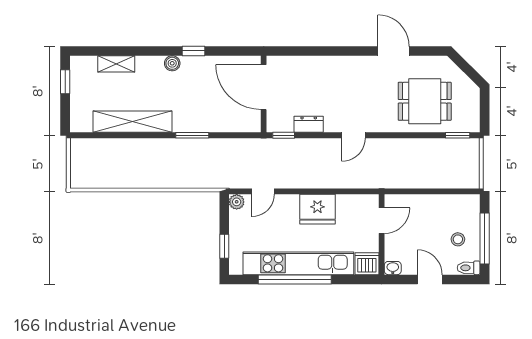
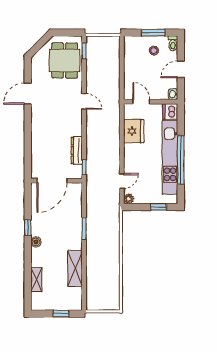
window: (65, 82) -> (61, 314), moved
dining table: (425, 101) -> (65, 61), moved
shelving: (133, 122) -> (75, 268), width x0.68
dresser: (309, 124) -> (77, 150), width x1.44
door: (353, 135) -> (84, 101), moved
door: (263, 191) -> (122, 181), hinge flipped
fridge: (317, 209) -> (134, 131), moved
window: (485, 239) -> (153, 33), width x0.69

